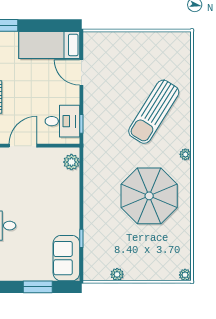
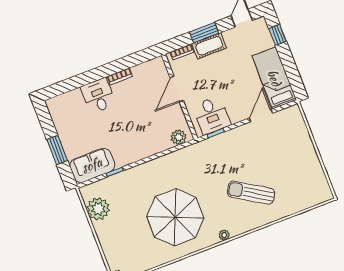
sun lounger: (154, 112) -> (251, 193), width x0.73, depth x0.75
door: (23, 146) -> (177, 89), swing flipped
plant: (117, 274) -> (98, 209), width x1.88, depth x1.88

